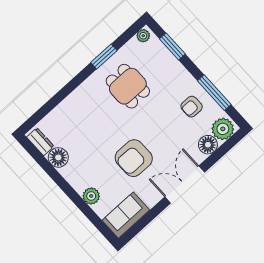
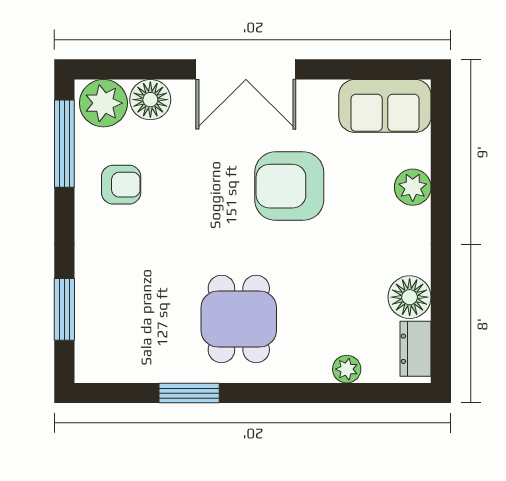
plant: (143, 36) -> (347, 369), moved
dining table: (128, 86) -> (239, 319), moved
window: (214, 93) -> (64, 144), moved
armchair: (134, 158) -> (289, 186), turned 180

